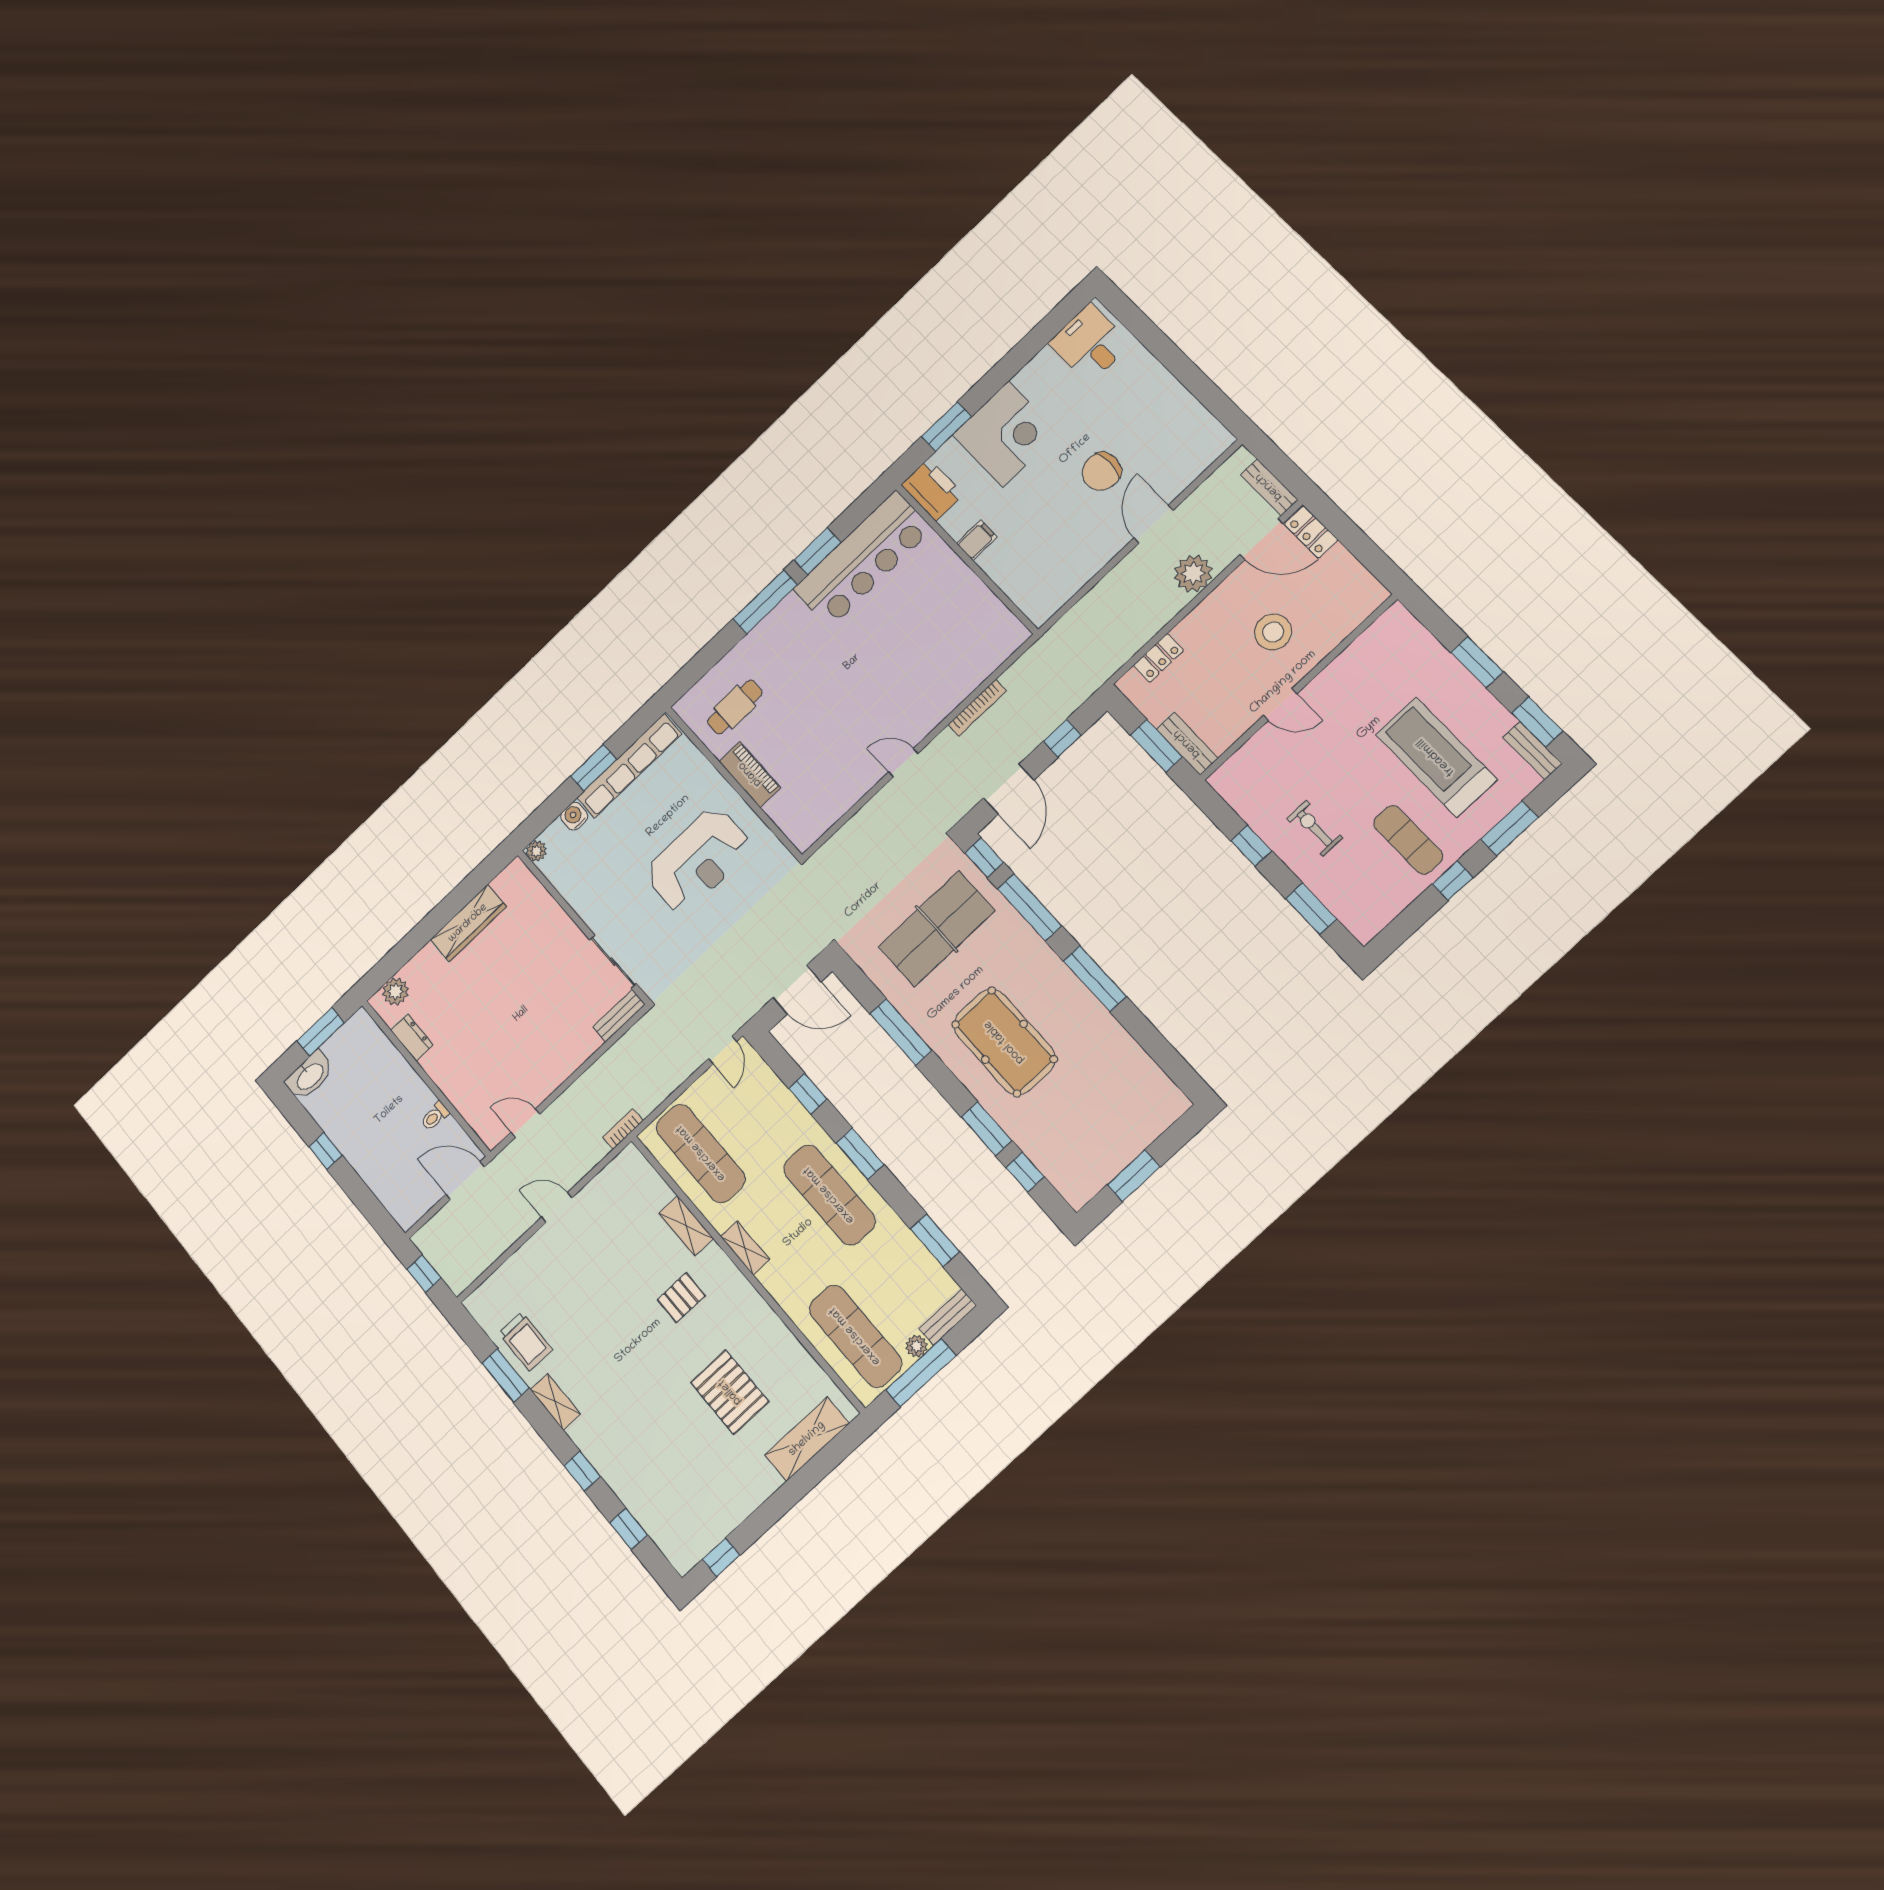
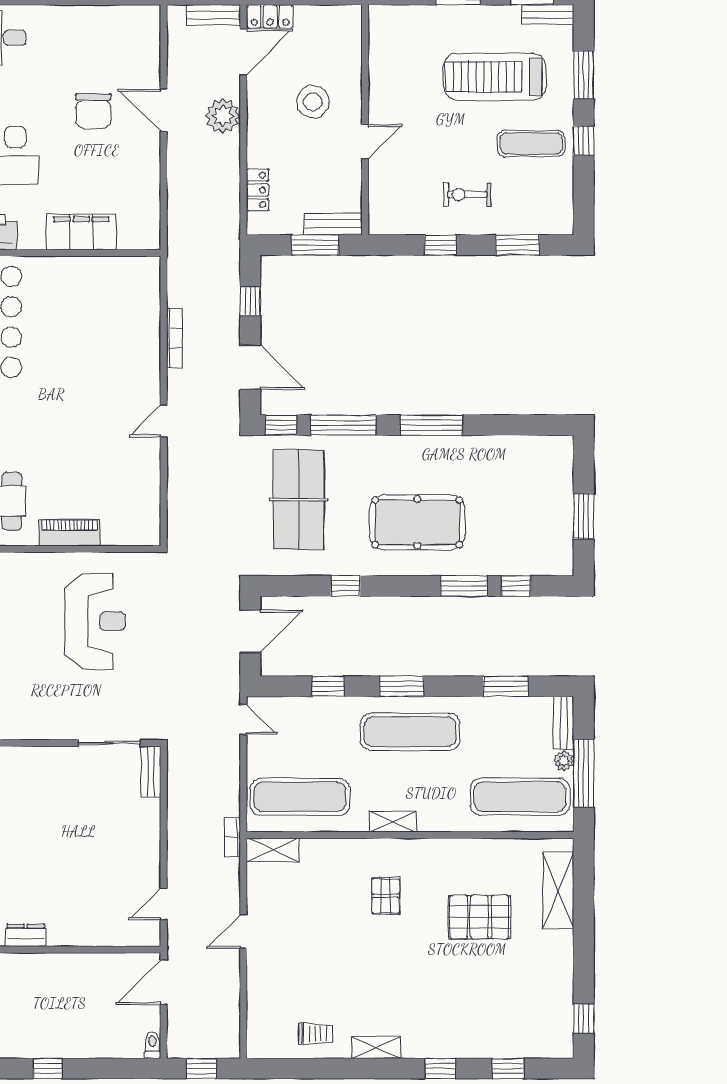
filing cabinet: (977, 540) -> (81, 232), width x3.00, depth x1.17
window: (901, 1032) -> (346, 586), width x0.46
toilet: (435, 1116) -> (152, 1045), moved, turned 180
shelving: (686, 1226) -> (273, 850), moved
trolley: (526, 1341) -> (316, 1034), width x0.73, depth x0.72
window: (506, 1375) -> (326, 1068), removed

